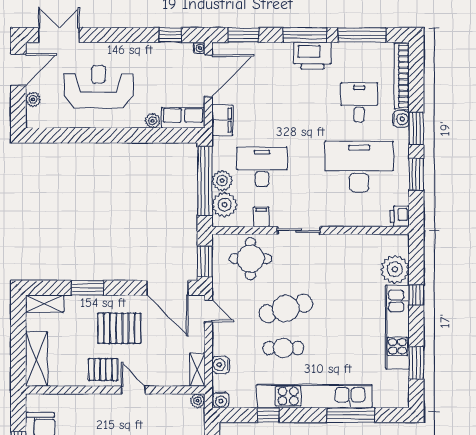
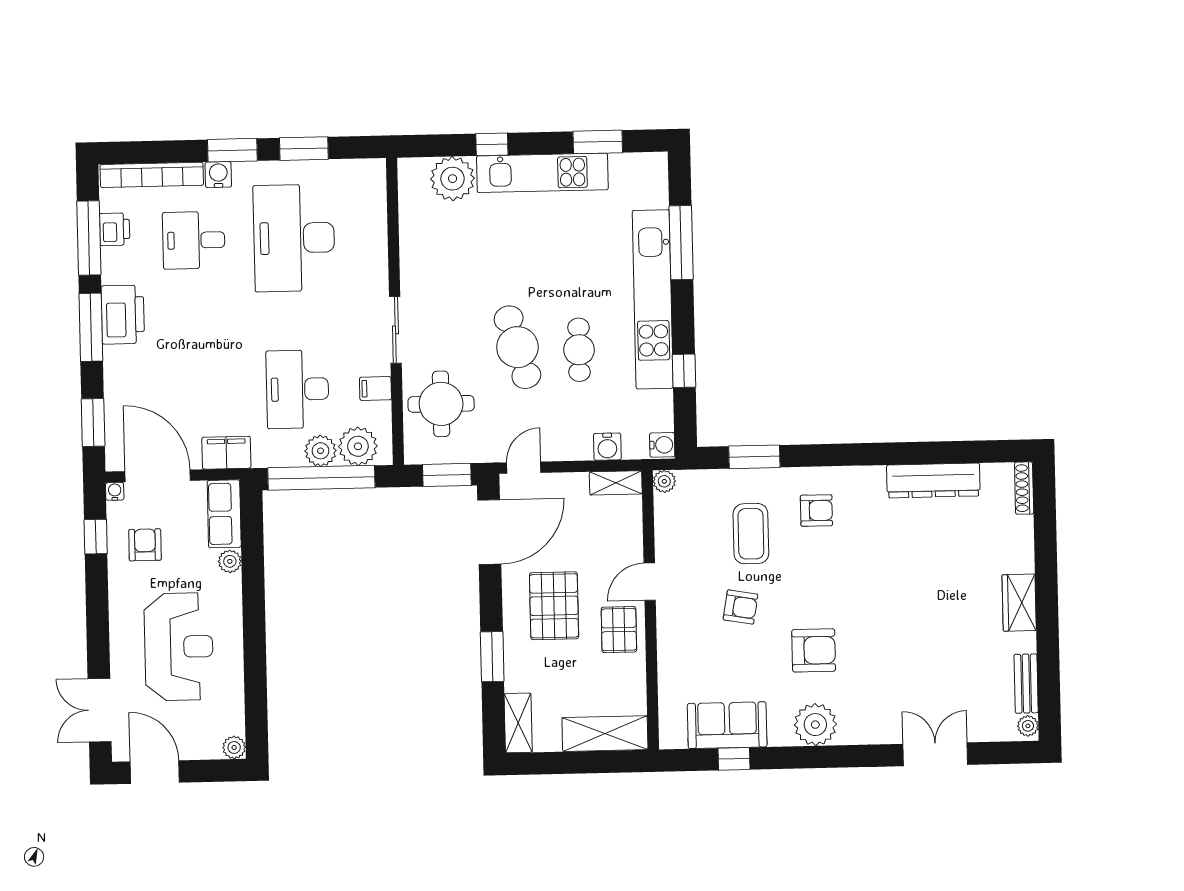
armchair: (164, 67) -> (145, 545), added
reception desk: (98, 87) -> (179, 647), turned 180
plant: (33, 99) -> (234, 747), moved
printer: (400, 216) -> (115, 229), moved, turned -90

